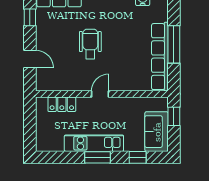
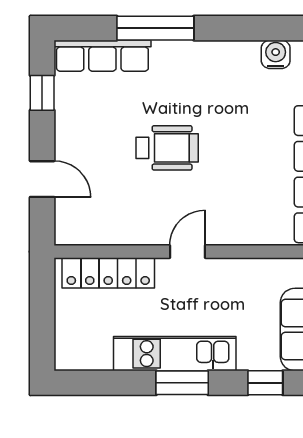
wheelchair: (90, 44) -> (167, 148), turned 90
locker: (62, 104) -> (108, 273), width x1.53

